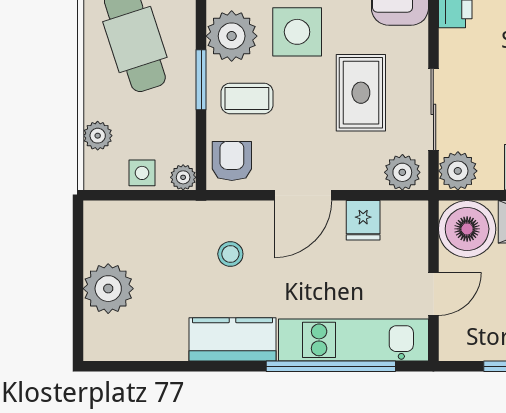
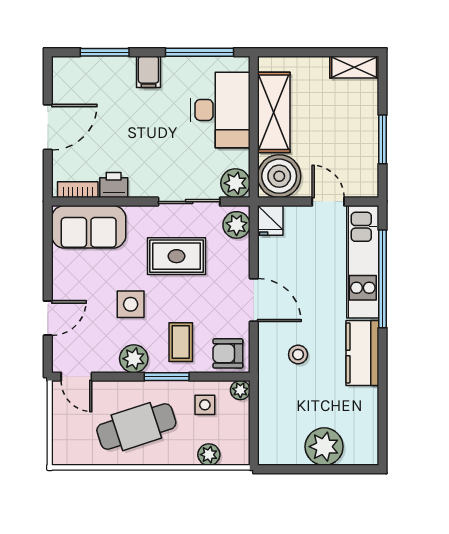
side table: (297, 32) -> (131, 304), width x0.73, depth x0.73
plant: (232, 36) -> (134, 359), width x0.73, depth x0.73
side table: (142, 173) -> (205, 405), moved
fridge: (363, 220) -> (270, 220), moved, turned 90

